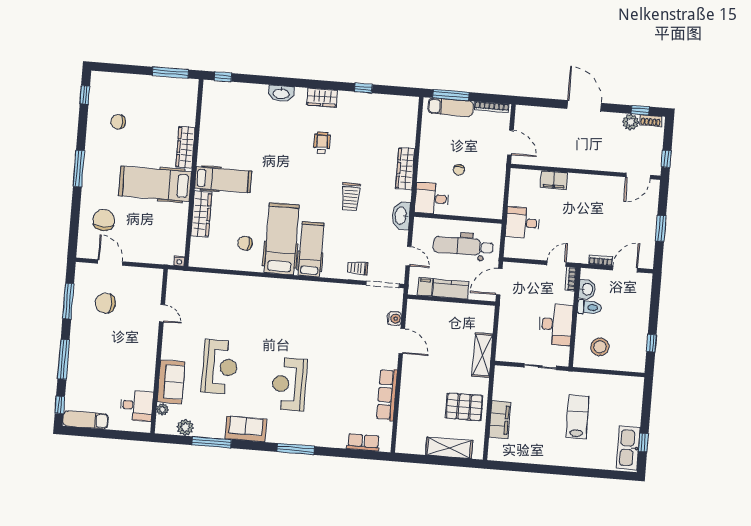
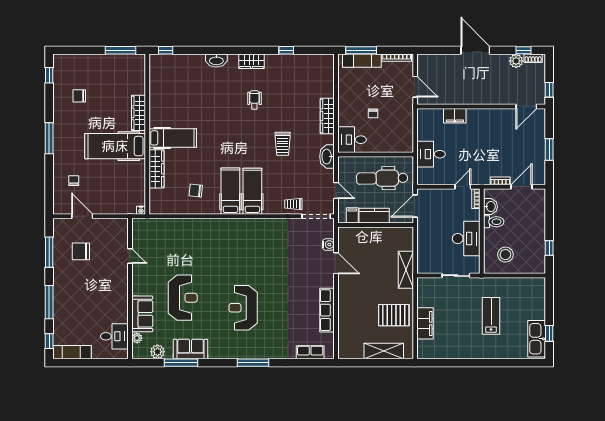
chair: (104, 220) -> (74, 181), width x0.54, depth x0.54
hospital bed: (281, 239) -> (230, 191), width x0.73, depth x0.78
sofa: (246, 429) -> (191, 349), moved

